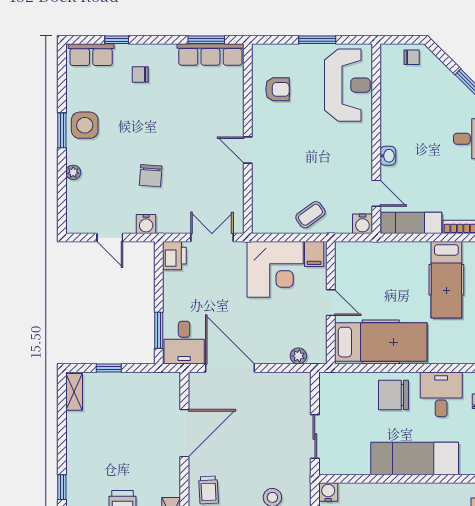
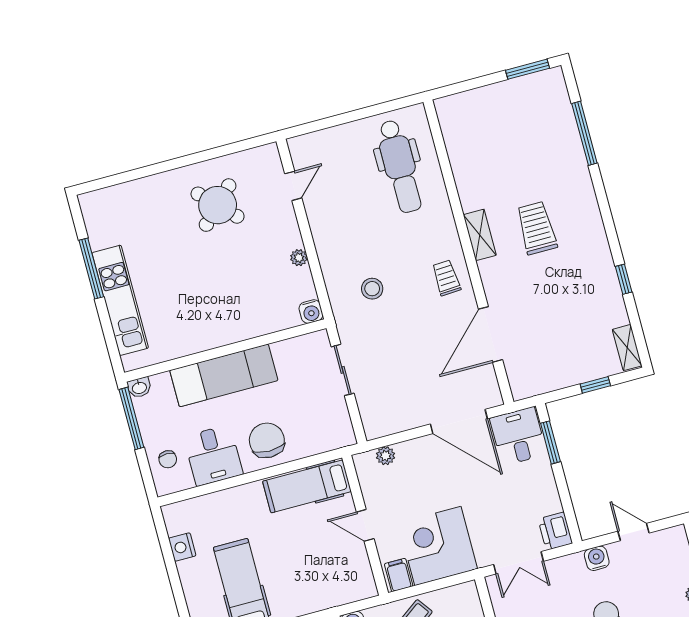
hospital bed: (381, 342) -> (307, 486), width x0.73, depth x0.78
chair: (393, 395) -> (267, 440), turned -90
window: (62, 487) -> (624, 279), moved

